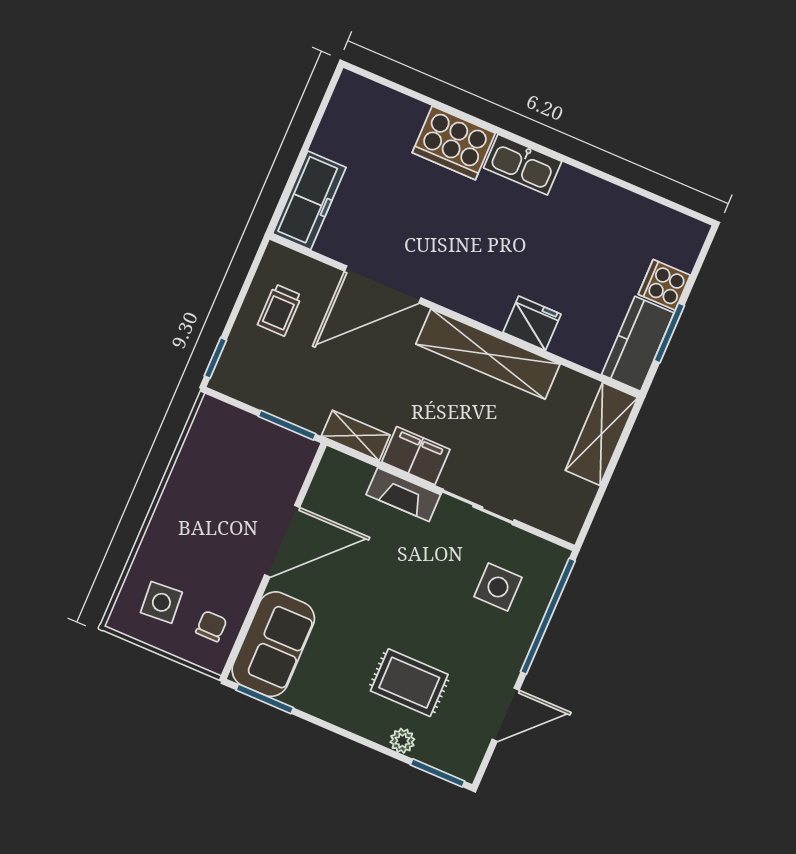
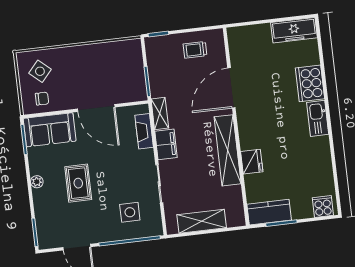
freezer: (309, 200) -> (294, 30), moved
door: (383, 285) -> (231, 88), hinge flipped
cooker: (664, 285) -> (323, 206), moved
shelving: (601, 434) -> (202, 221), moved
fireplace: (403, 495) -> (144, 131), moved
side table: (161, 602) -> (40, 71), turned 45
rug: (409, 683) -> (78, 183), moved
plant: (402, 741) -> (37, 182), moved

